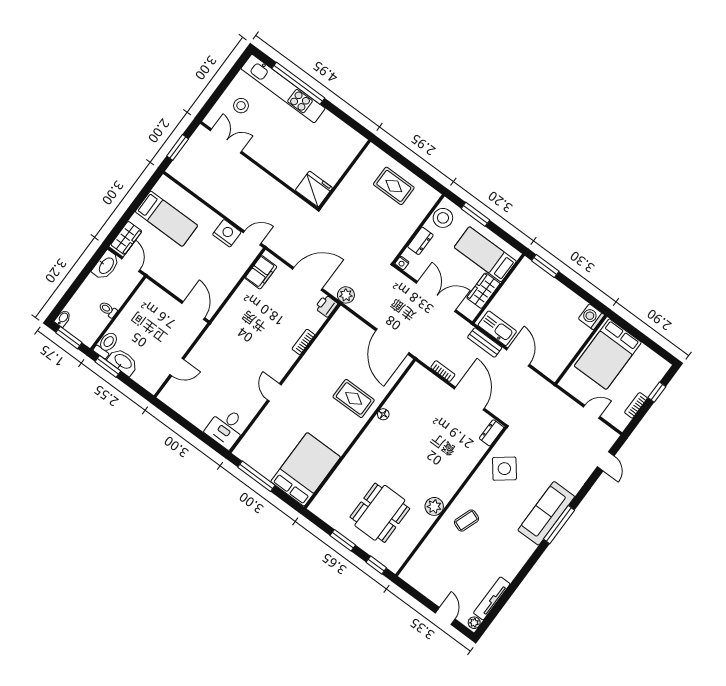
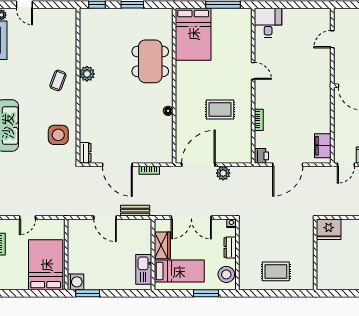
window: (545, 266) -> (88, 293), moved
plant: (346, 295) -> (223, 173), moved
kitchen sink: (497, 328) -> (144, 269), moved, turned 90
door: (392, 342) -> (198, 165), hinge flipped
rug: (354, 398) -> (220, 109), moved
side table: (504, 469) -> (58, 135), turned 38
dining table: (380, 513) -> (150, 61), moved

